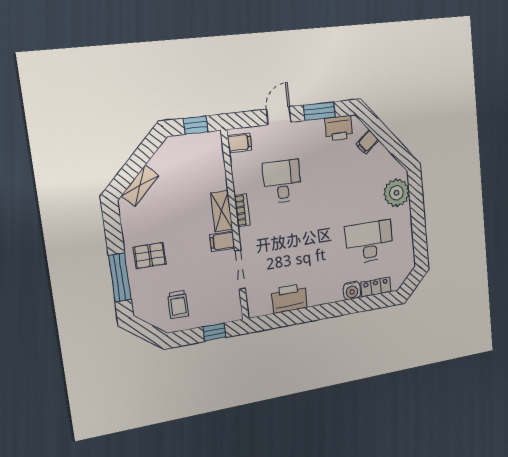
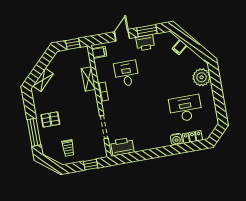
printer: (339, 128) -> (145, 43), moved
shelving: (222, 211) -> (88, 79), moved
filing cabinet: (222, 241) -> (92, 110), removed
printer: (289, 298) -> (122, 147), moved

